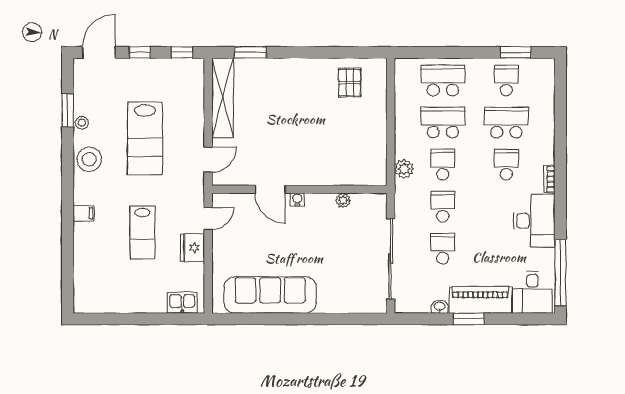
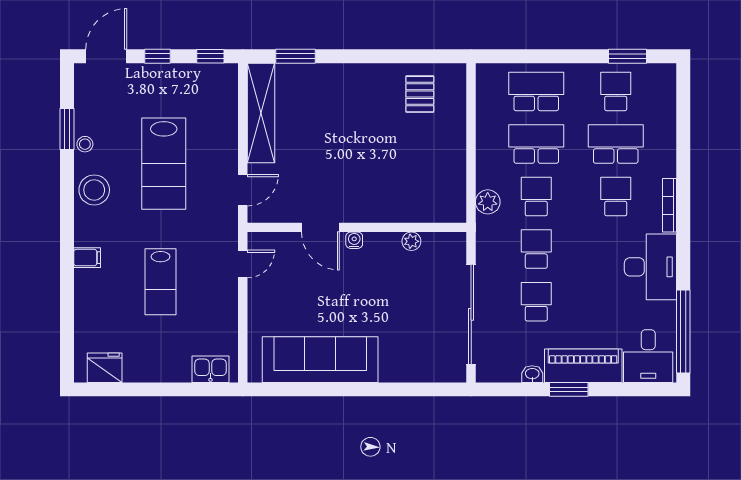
bookcase: (549, 179) -> (670, 205), width x1.56
fridge: (193, 248) -> (105, 368), moved, turned 90

